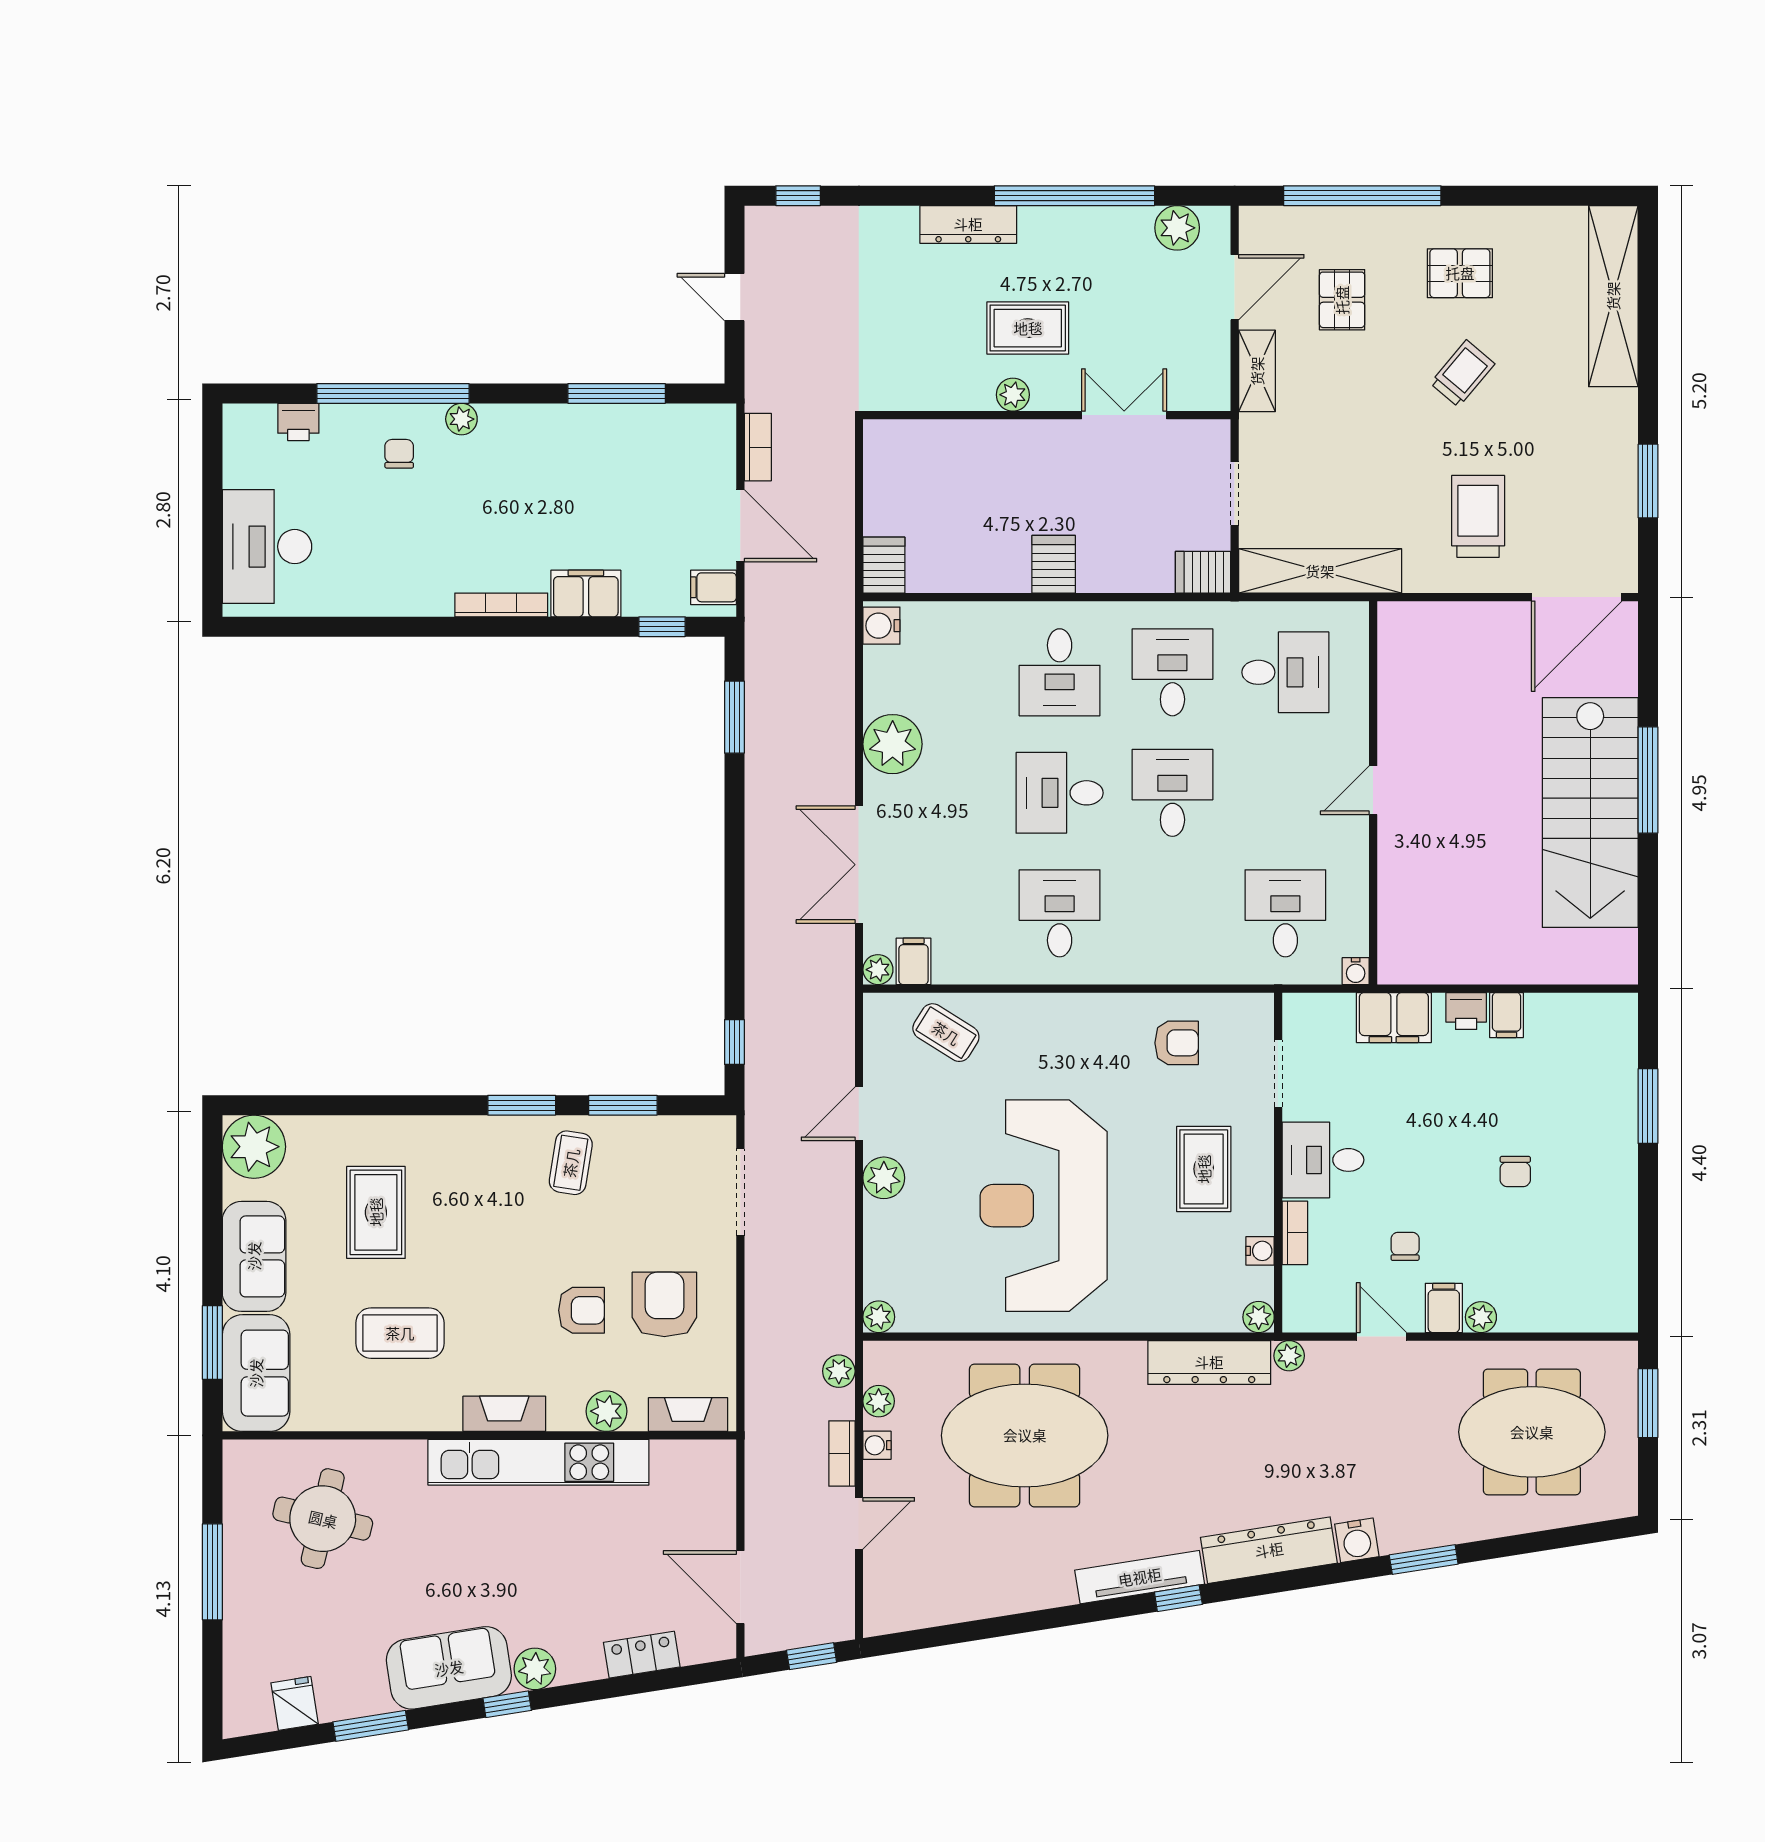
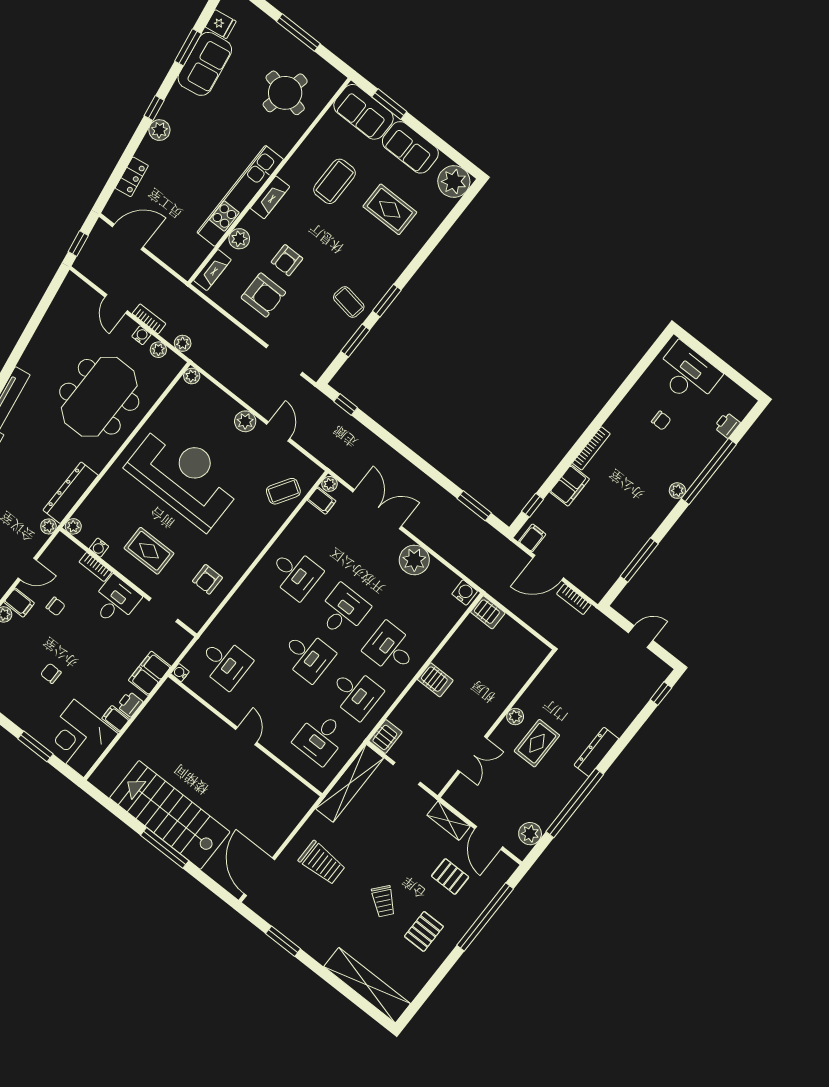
chair: (399, 454) -> (661, 421), moved
corner desk: (1582, 1048) -> (79, 738), added
sofa: (449, 1668) -> (205, 64), moved

